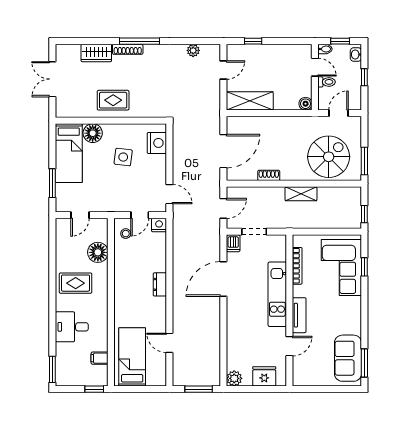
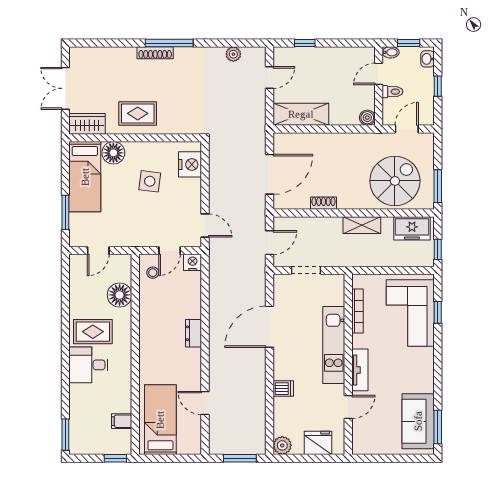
wardrobe: (96, 53) -> (87, 124), moved, turned 180
door: (315, 67) -> (379, 74), swing flipped
freezer: (343, 197) -> (412, 228), added
dishwasher: (233, 243) -> (283, 389), moved, turned -90
desk: (72, 327) -> (88, 365), moved

